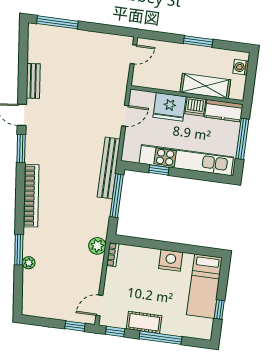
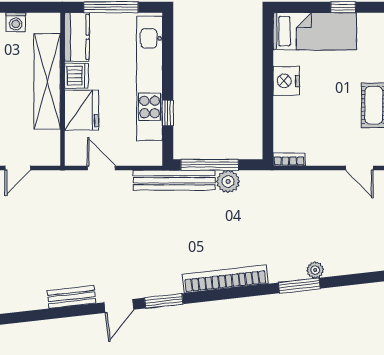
door: (133, 54) -> (18, 168), swing flipped
shelving: (205, 86) -> (47, 81), width x1.47
plant: (97, 246) -> (228, 181), moved

